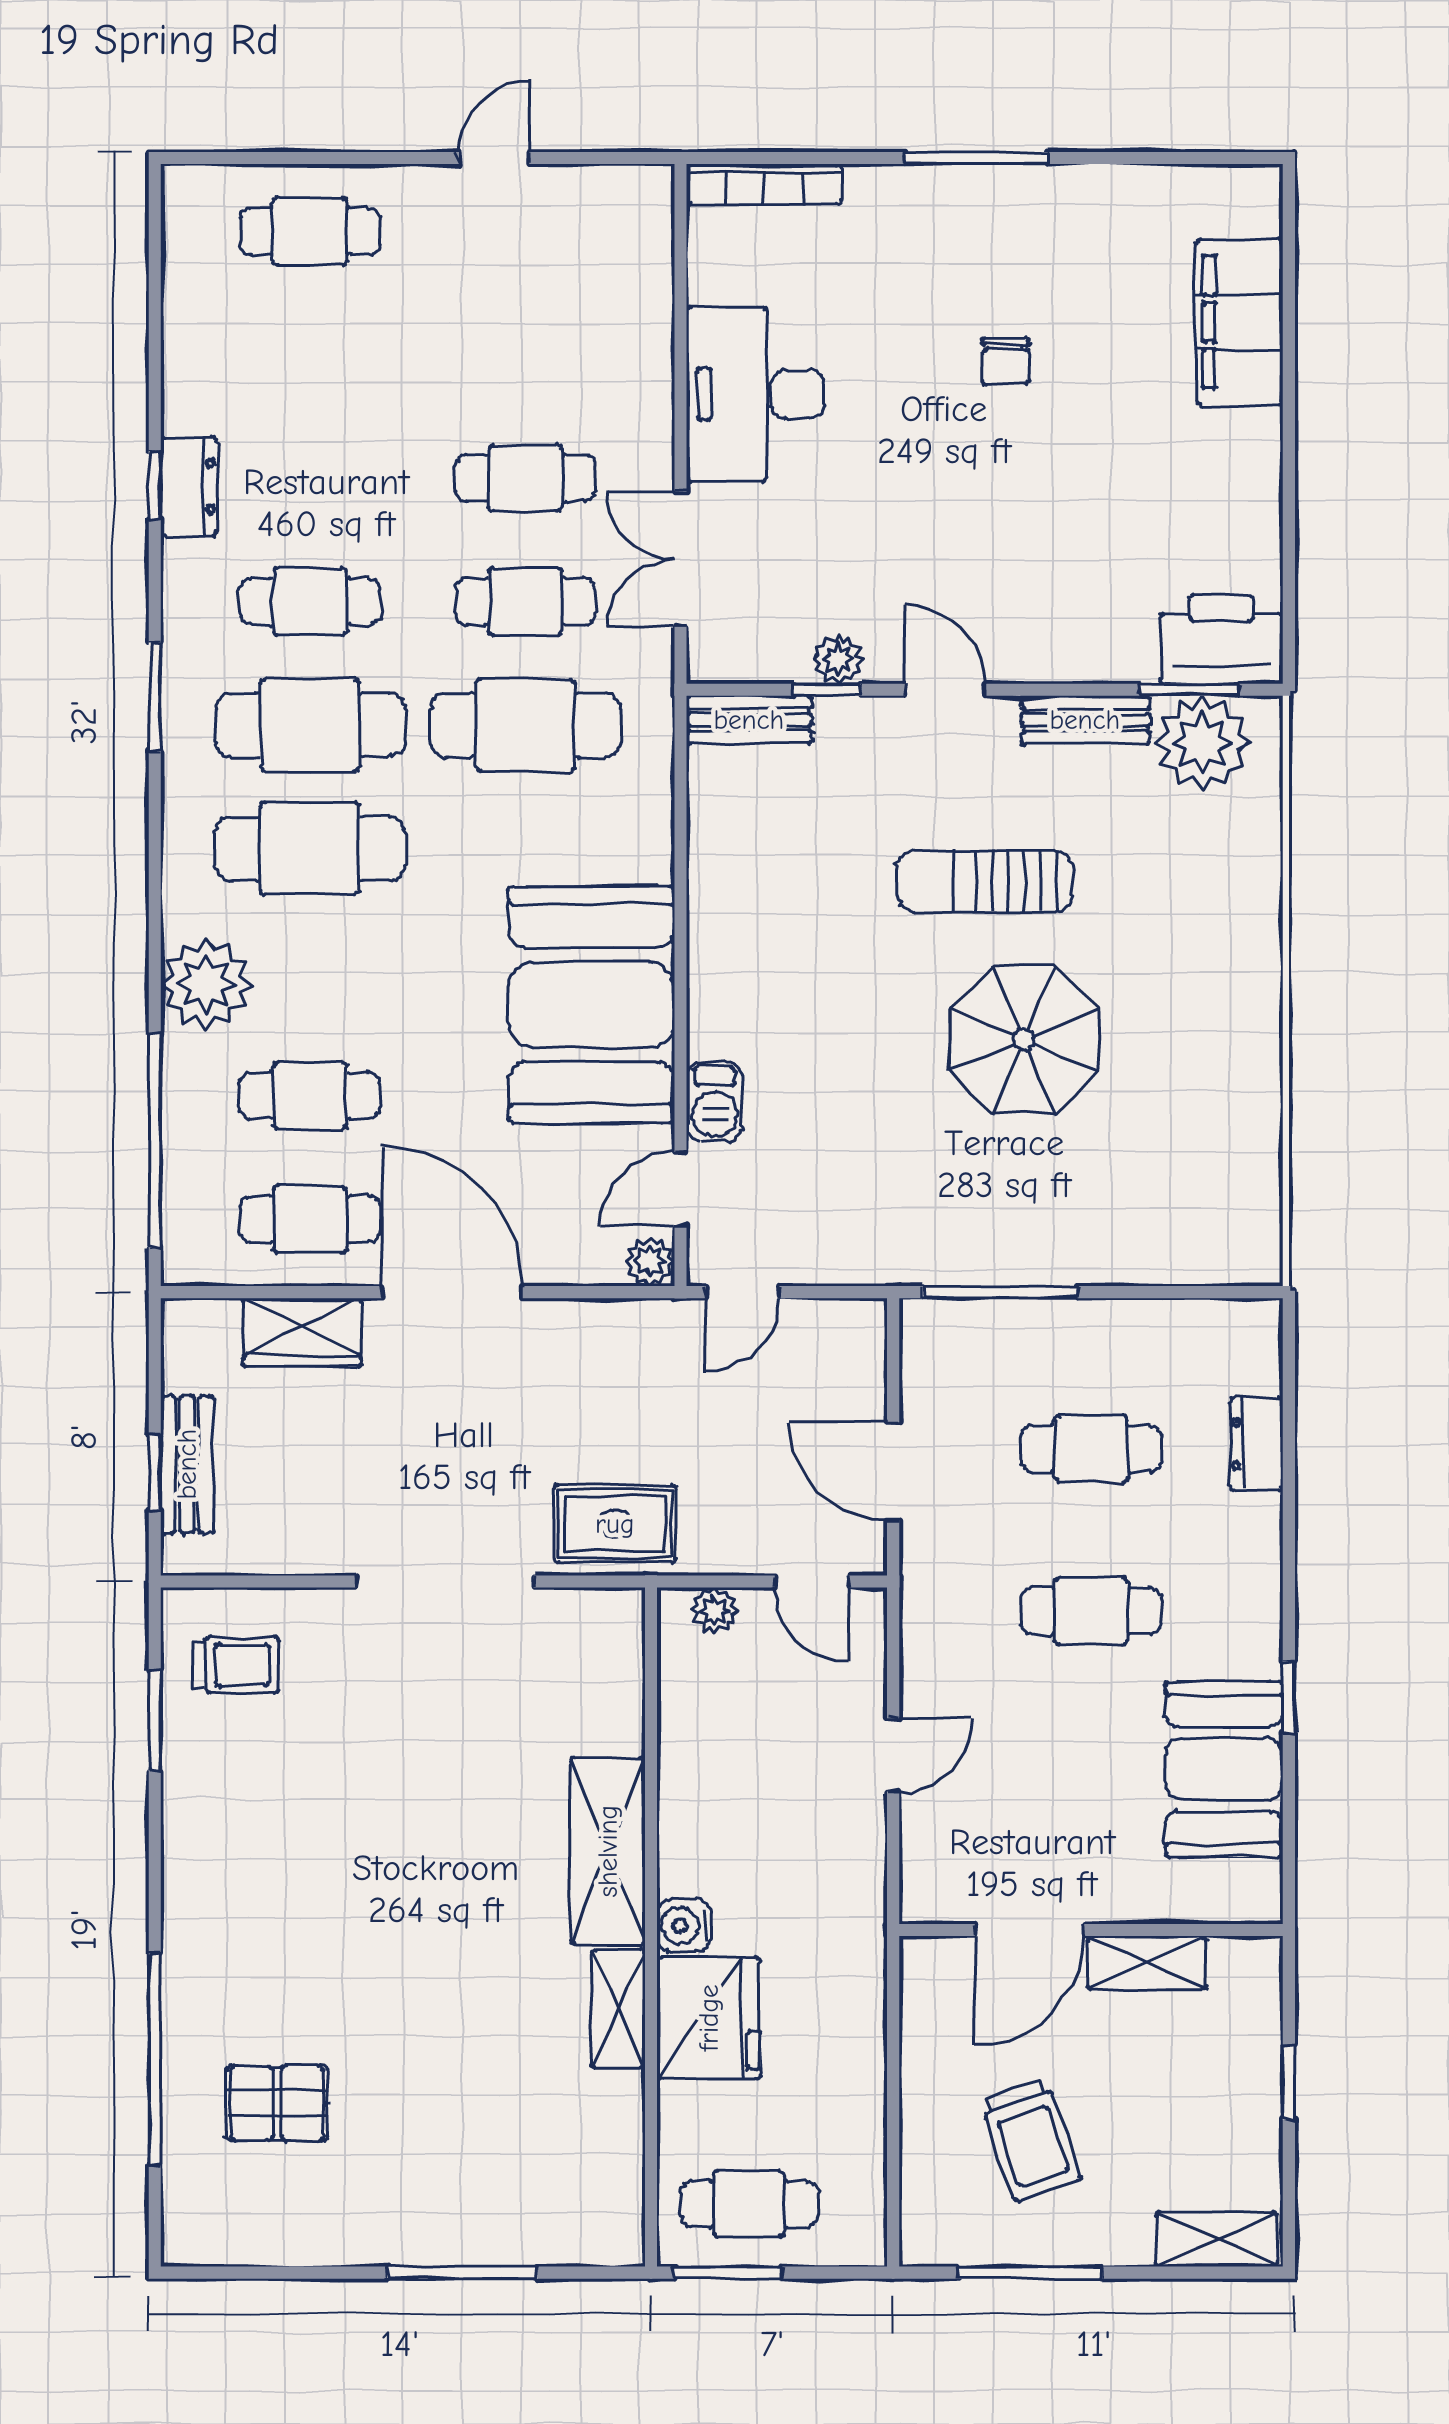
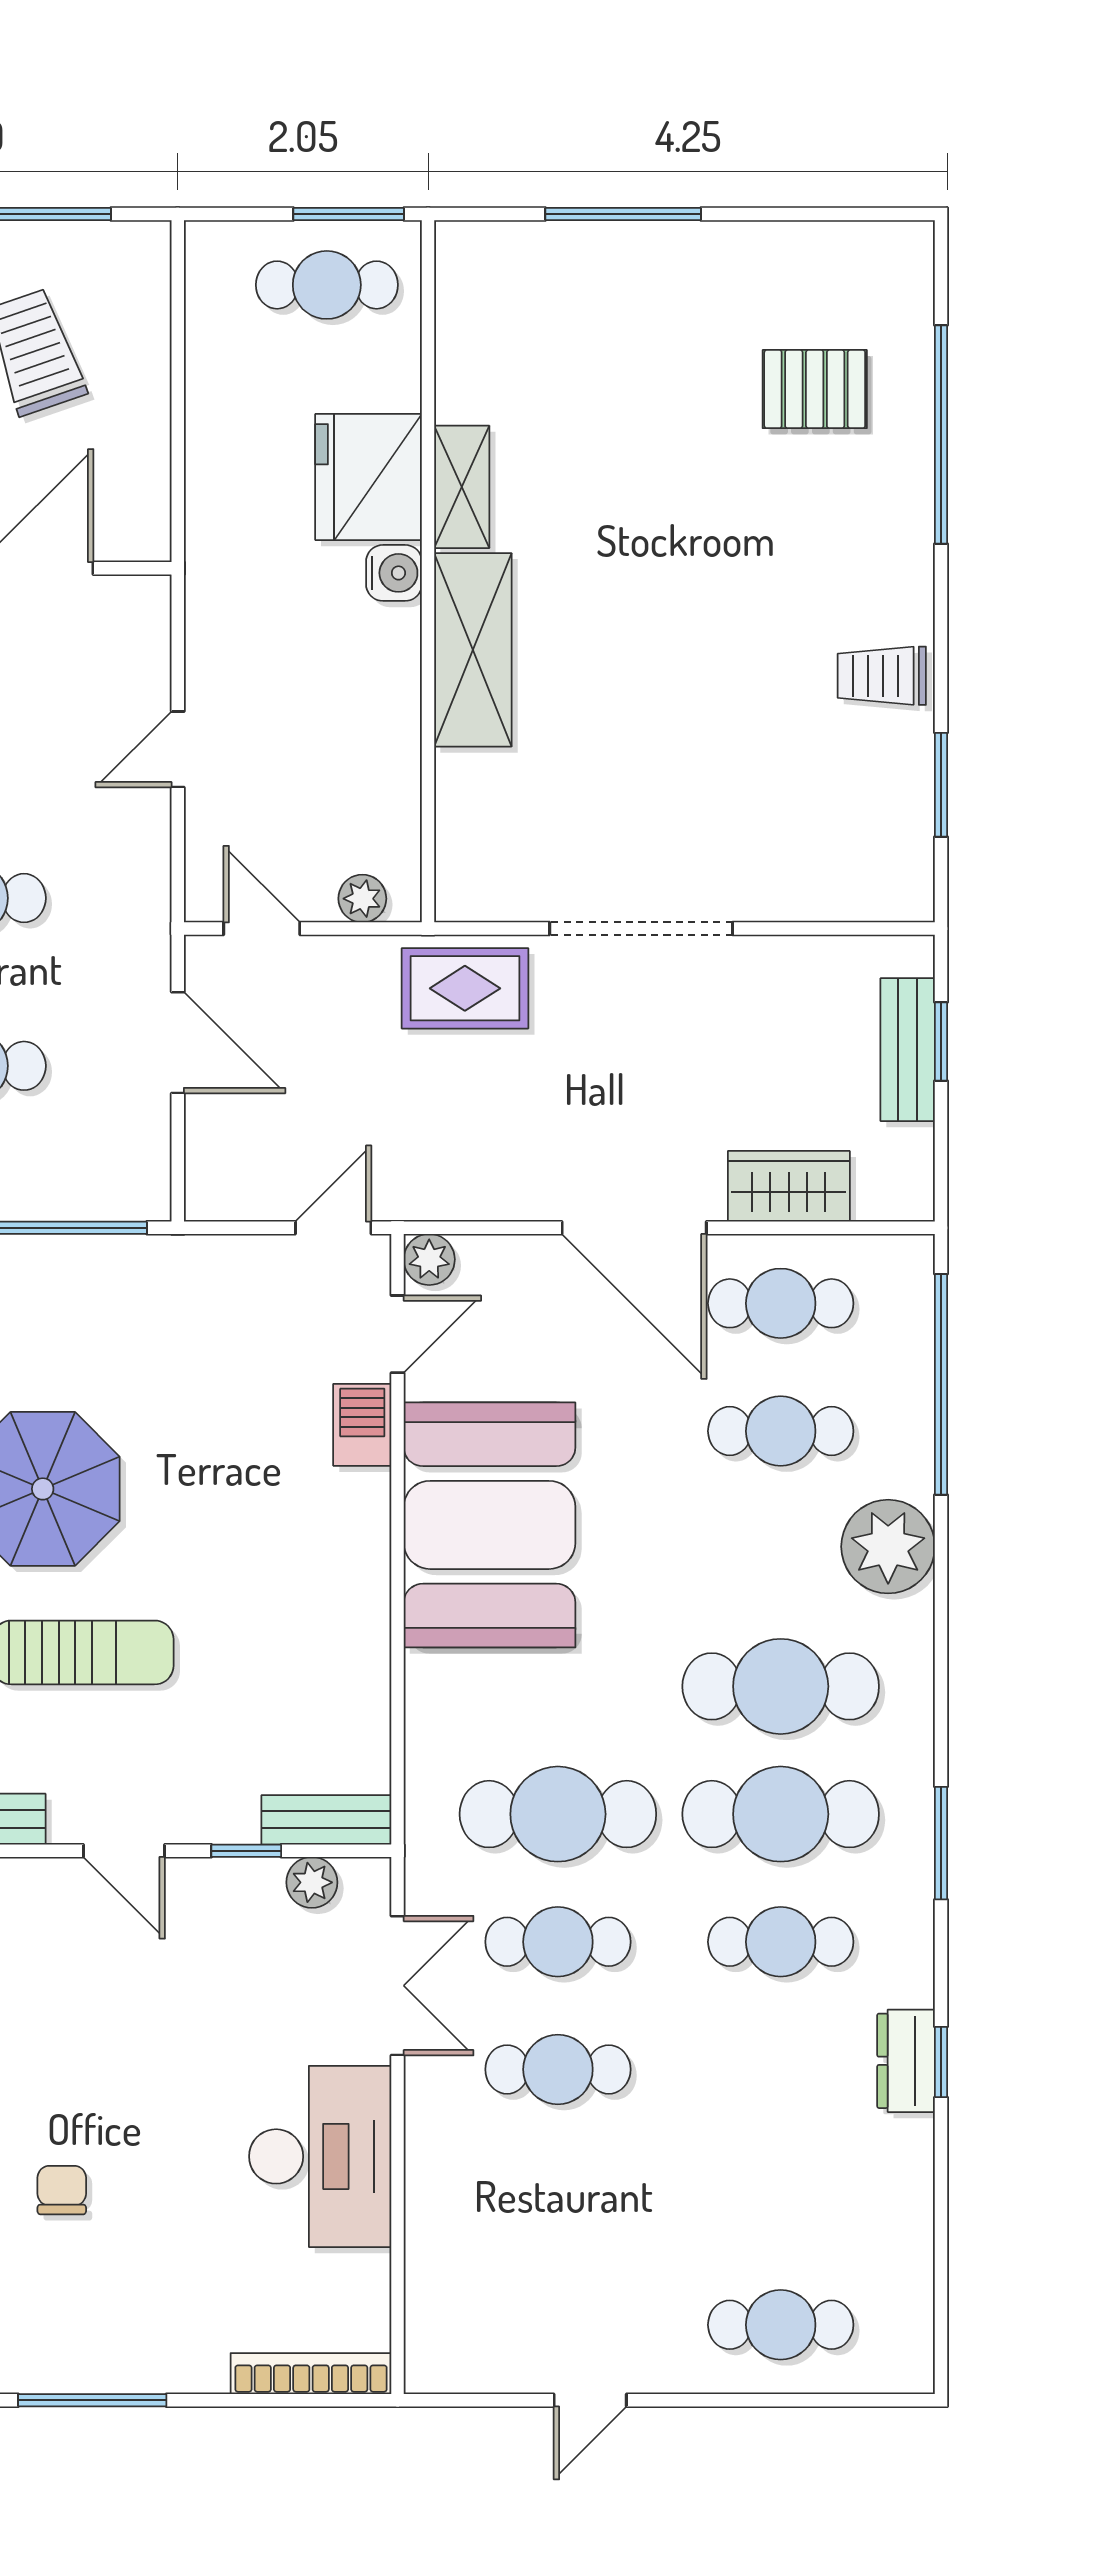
plant: (838, 659) -> (312, 1882), moved
trolley: (236, 1665) -> (882, 676), moved

